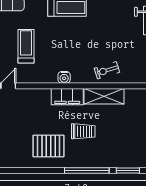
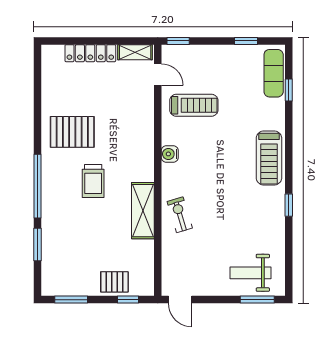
treadmill: (26, 46) -> (194, 105), moved
filing cabinet: (67, 97) -> (142, 158), removed
pallet: (49, 146) -> (72, 132), turned 90

